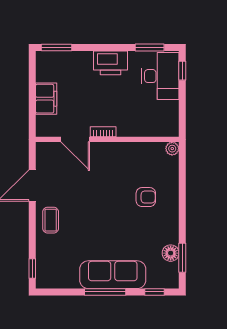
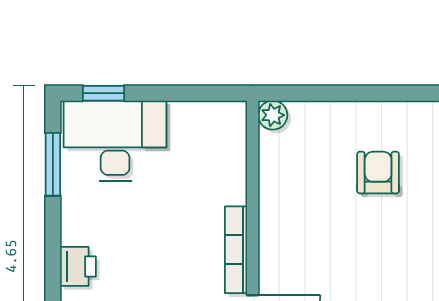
printer: (110, 63) -> (78, 266), width x0.53, depth x0.68
bookcase: (103, 132) -> (236, 250), width x1.56

